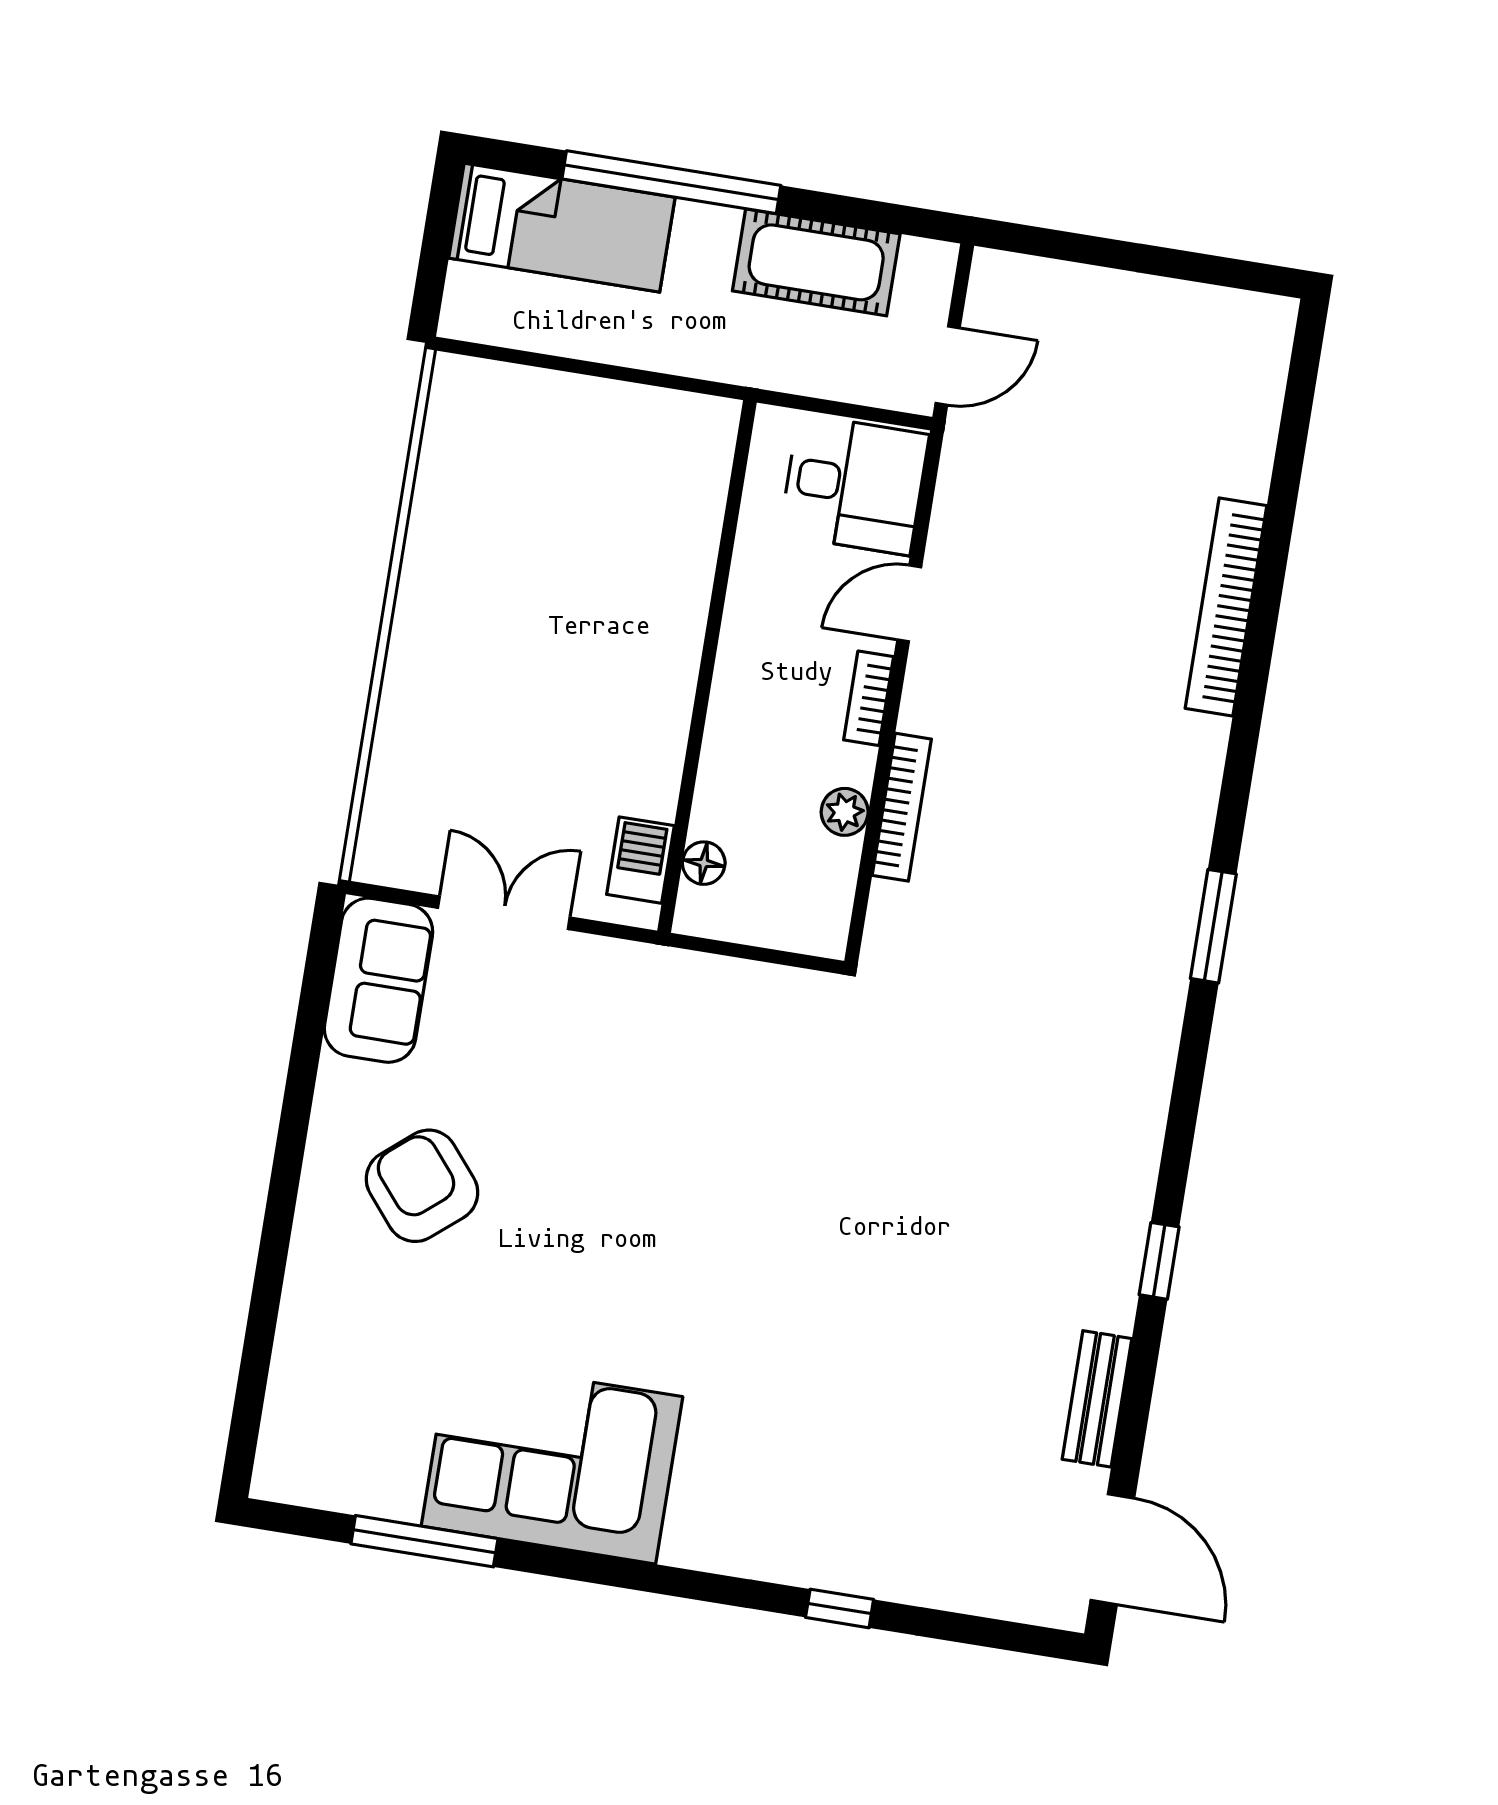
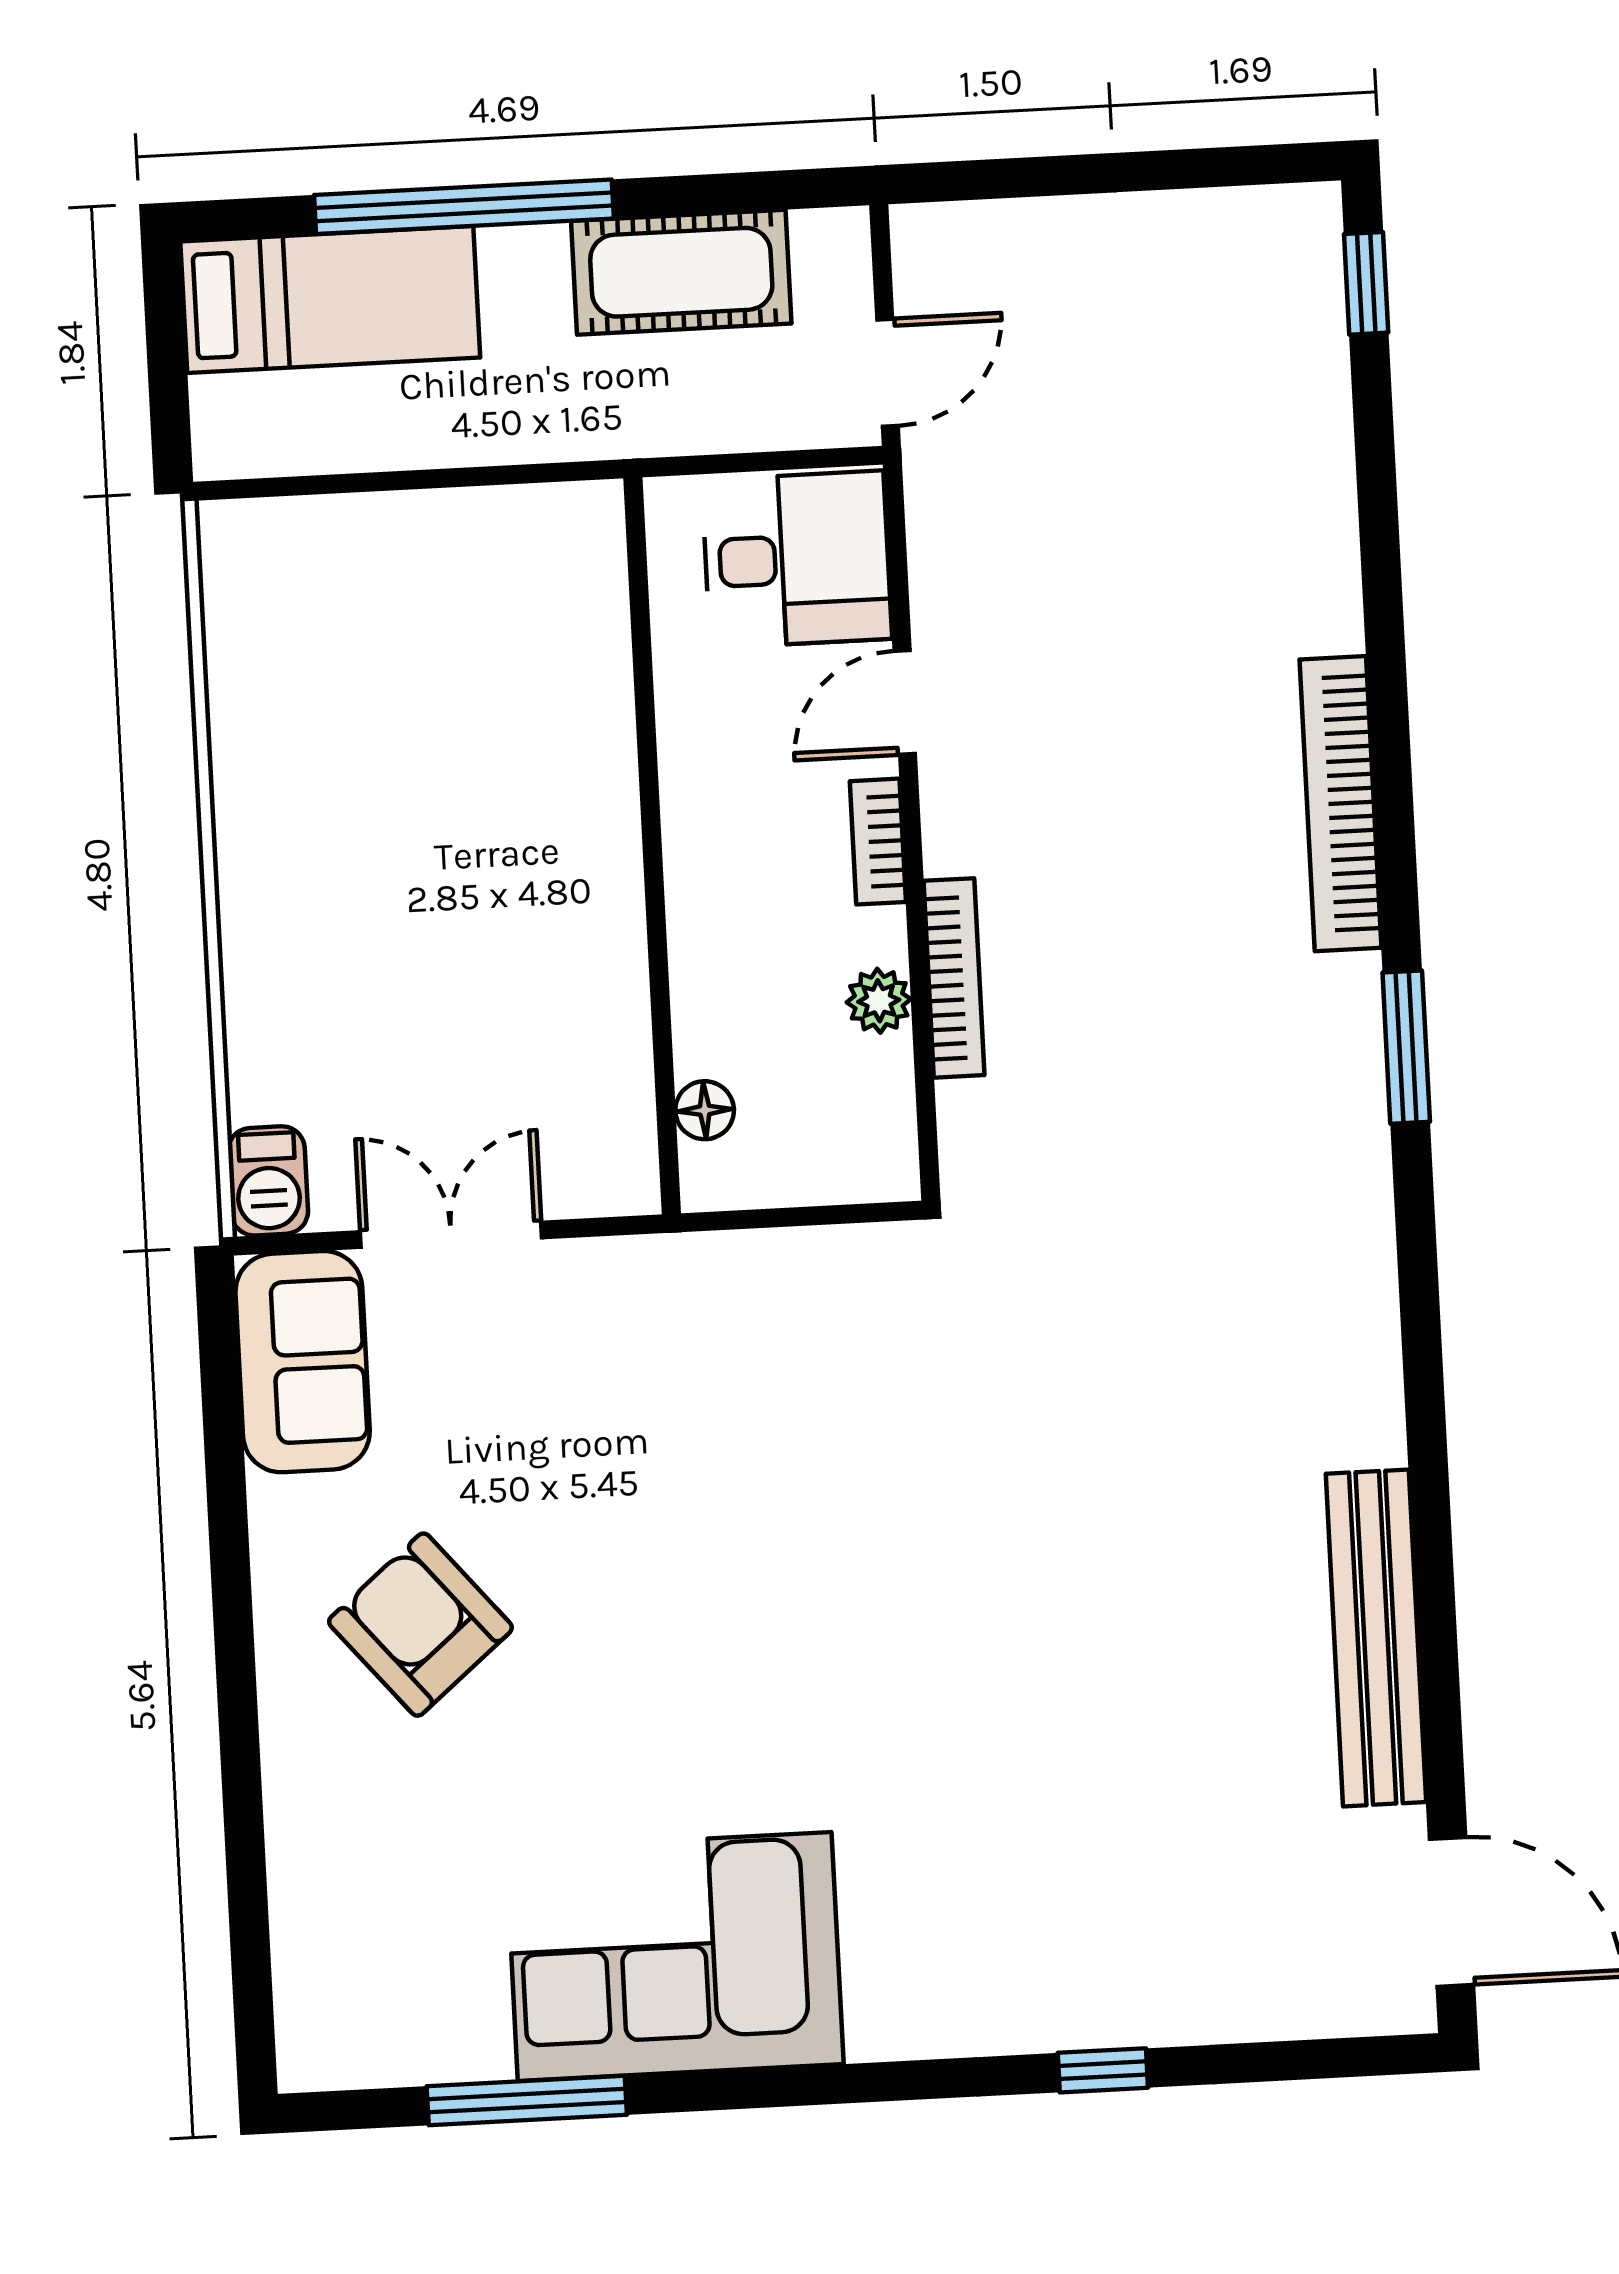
bookcase: (1226, 607) -> (1340, 804), moved
barbecue: (640, 860) -> (268, 1181), moved, turned 180
window: (1159, 1261) -> (1366, 283), moved
bench: (1097, 1399) -> (1376, 1638), width x1.86, depth x1.21

